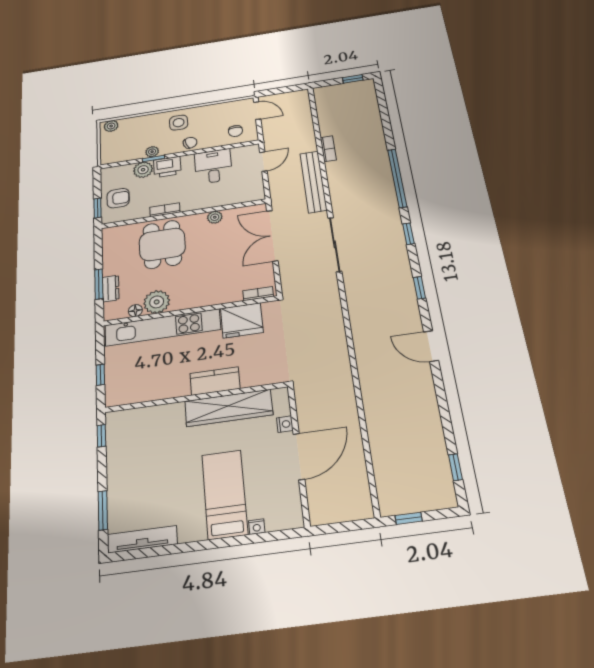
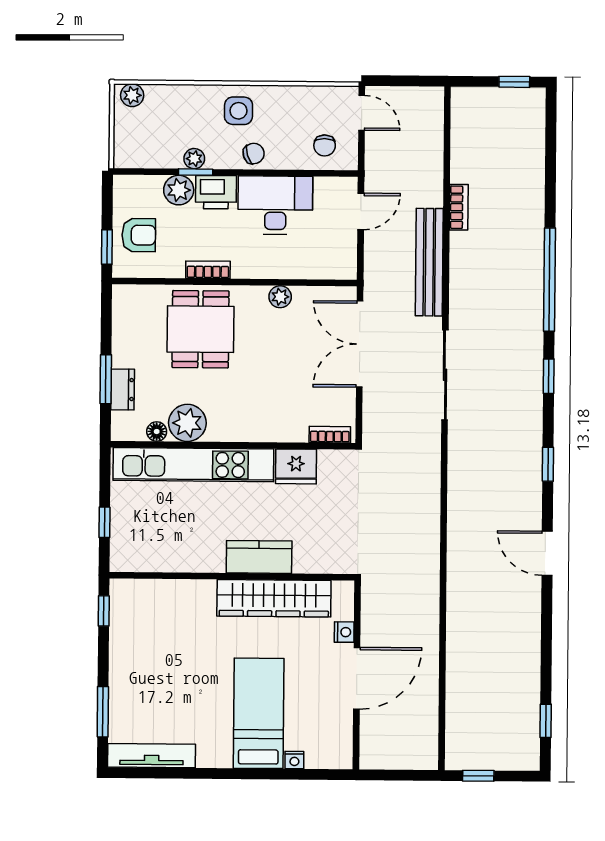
desk: (213, 166) -> (275, 205), width x1.37
fridge: (242, 320) -> (296, 466), width x0.73, depth x0.75

